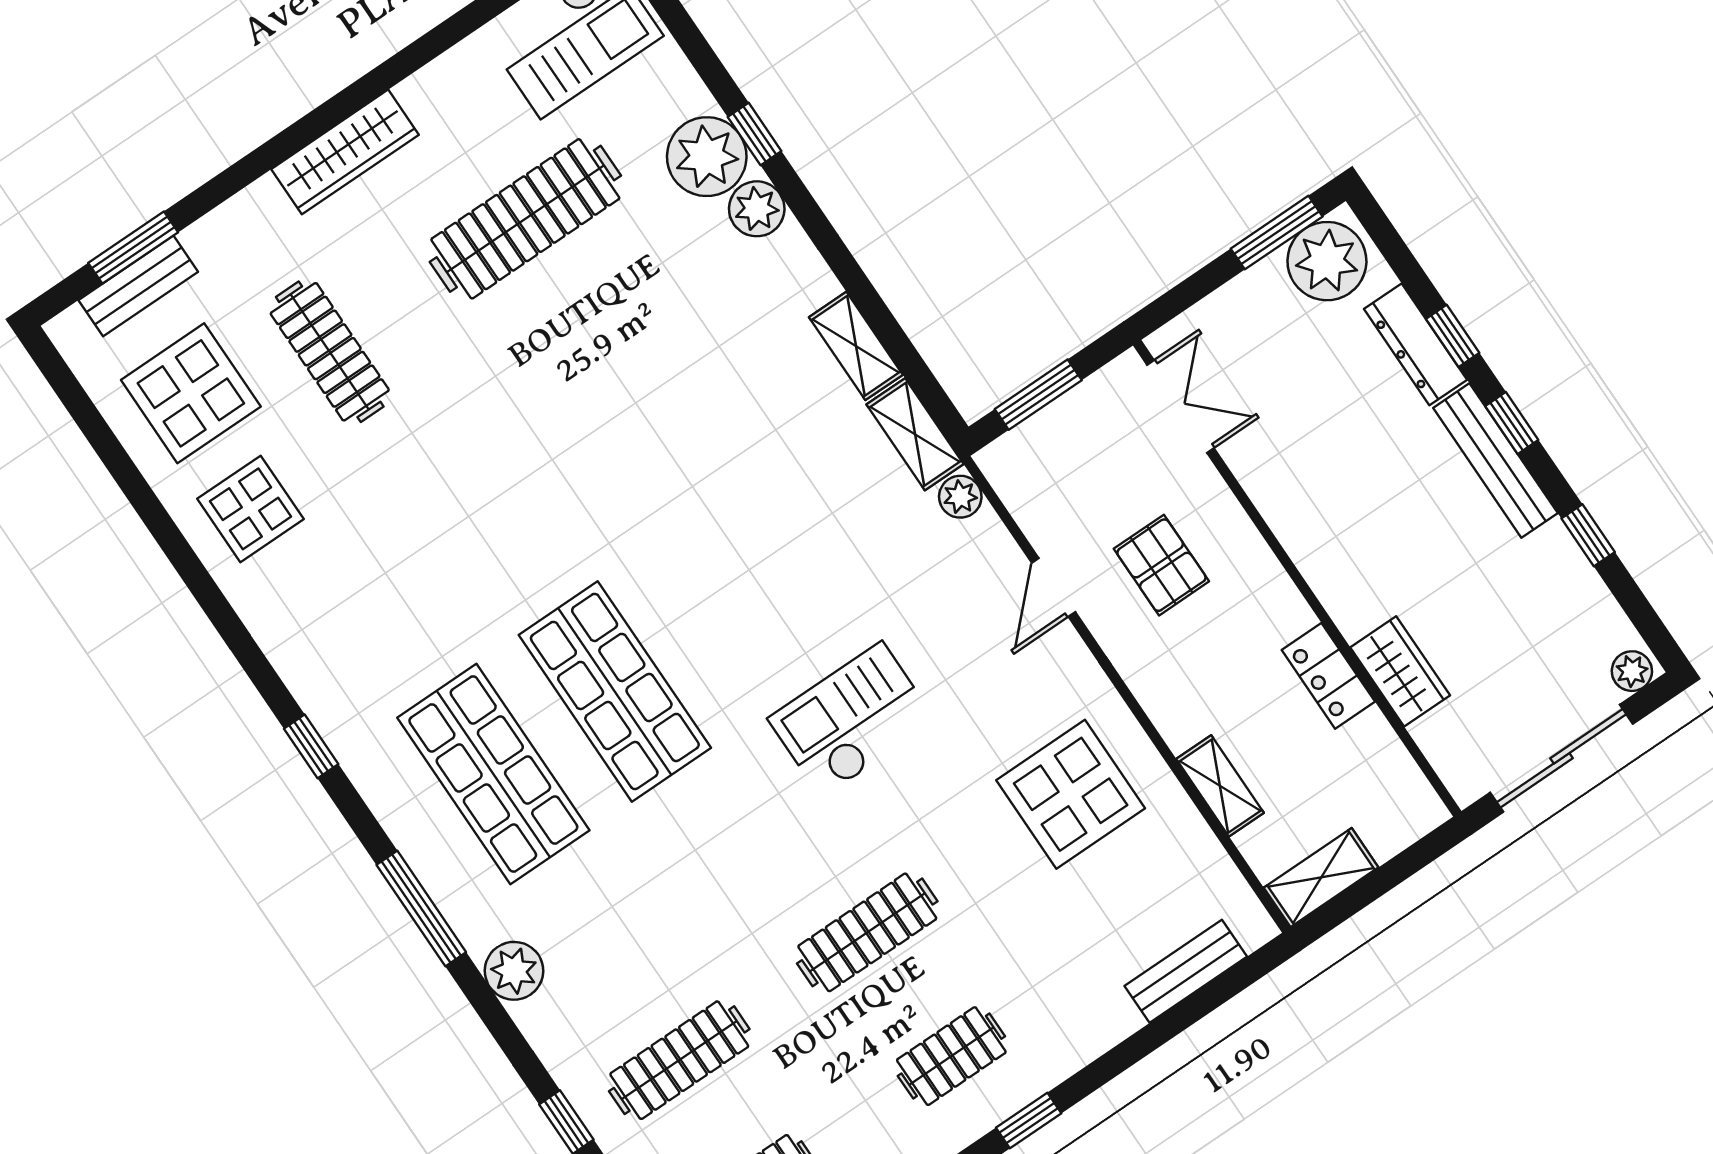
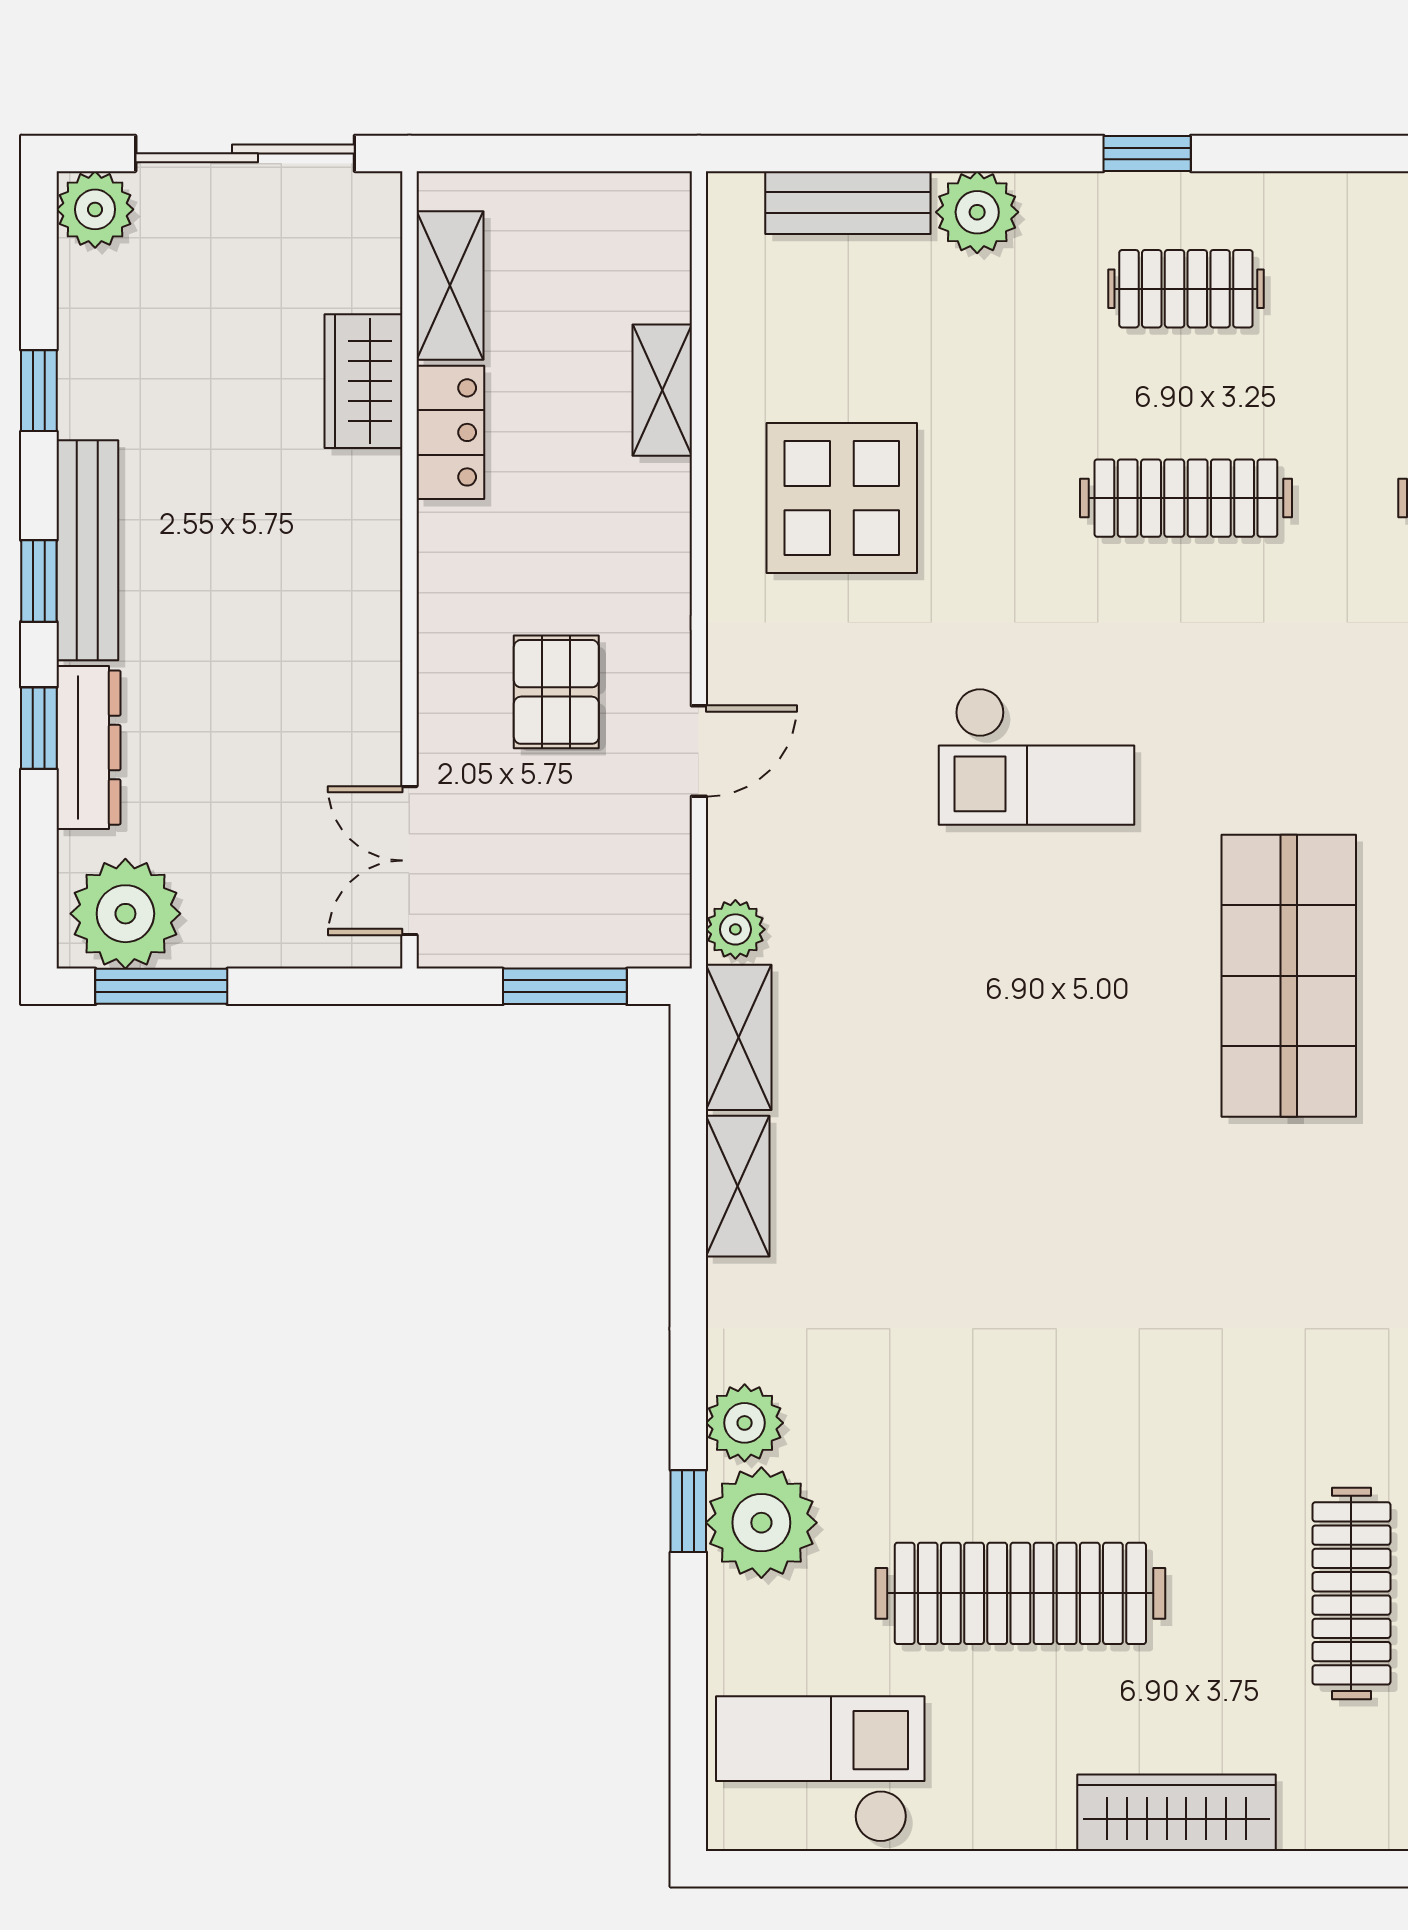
plant: (1632, 671) -> (95, 209), width x1.38, depth x1.38
shelving: (1321, 878) -> (450, 286), moved, turned 90
plant: (1105, 1017) -> (977, 212), added

